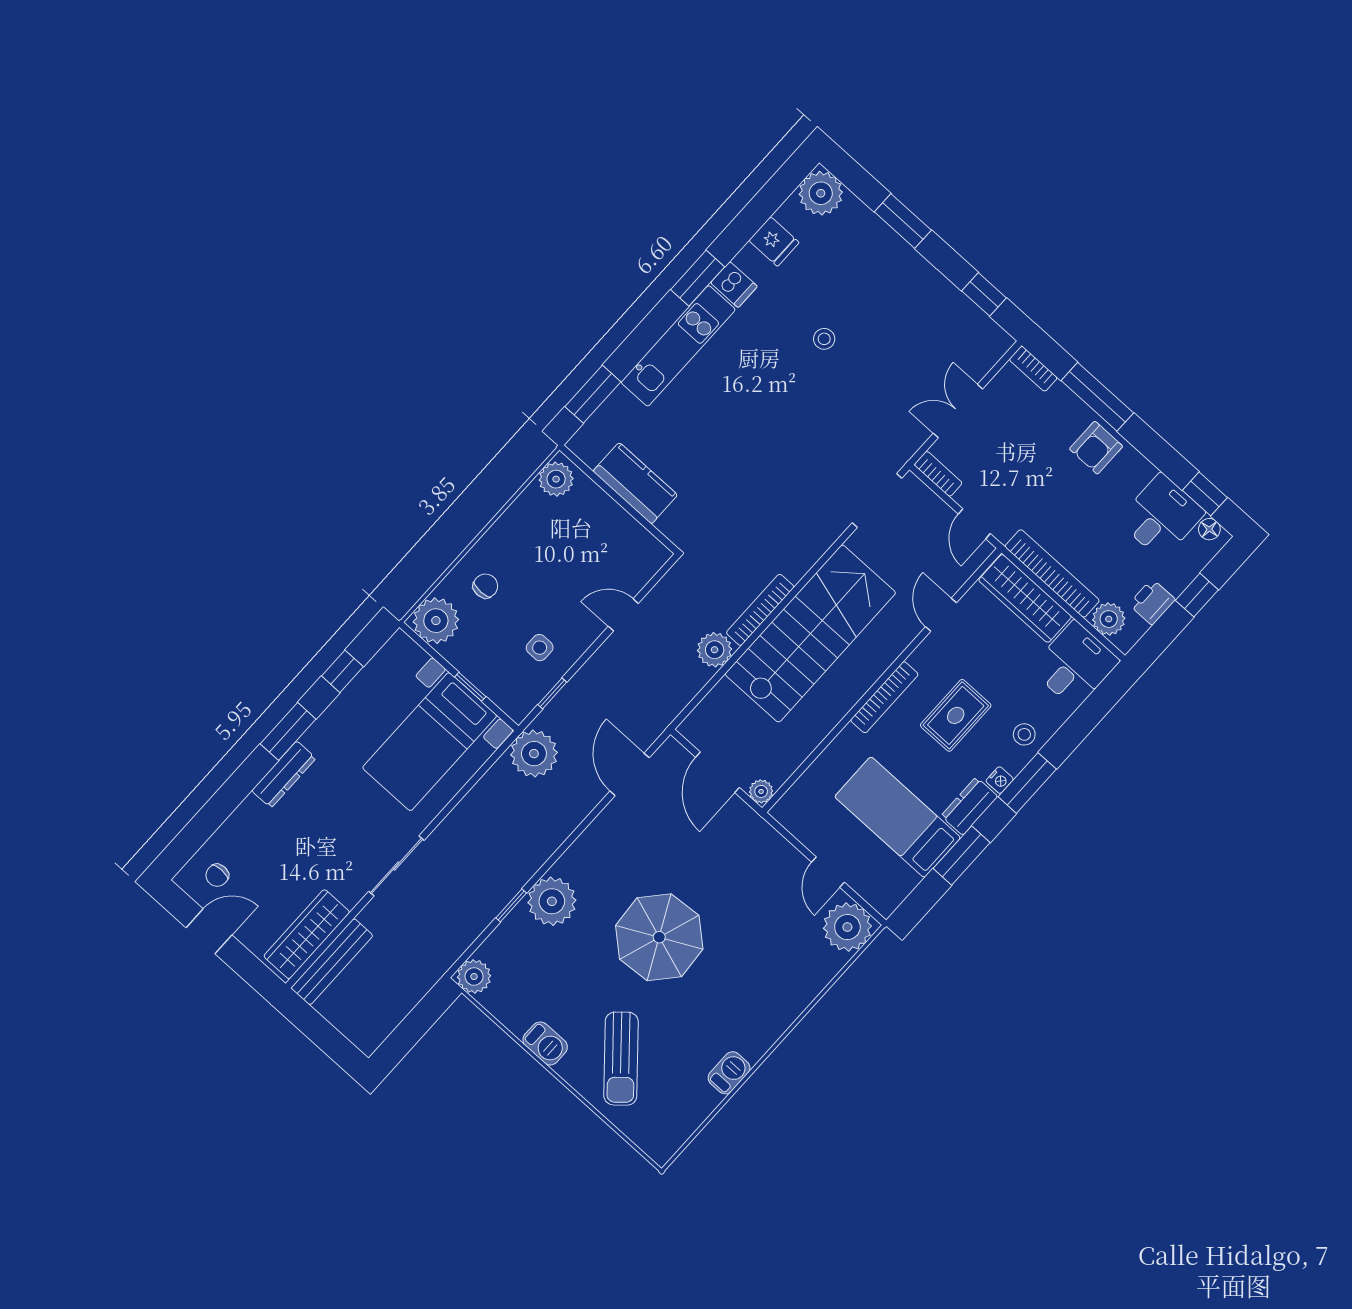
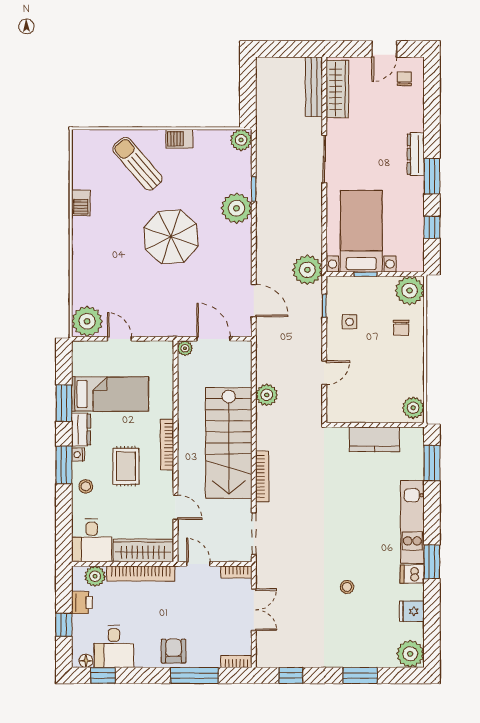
bookcase: (760, 610) -> (262, 476), moved

